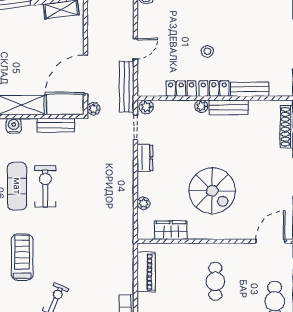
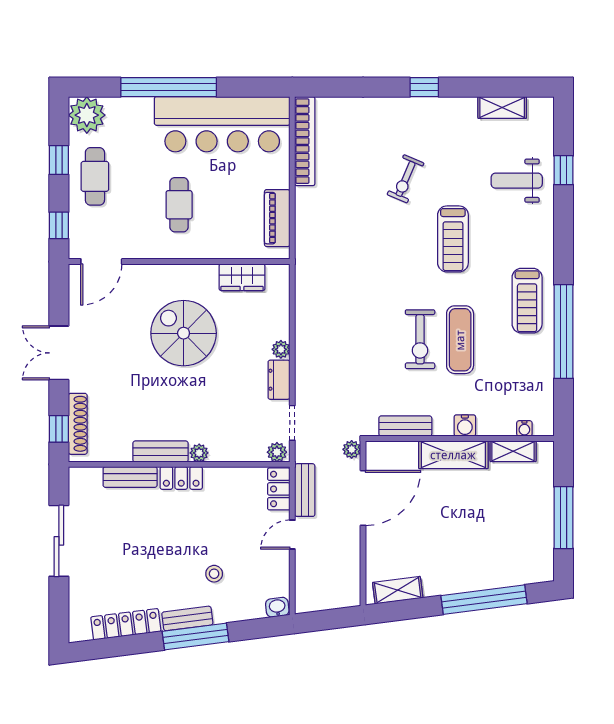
stool: (207, 51) -> (214, 574), moved
bench: (127, 87) -> (305, 490), width x0.73
locker: (181, 89) -> (279, 489), moved, turned 90
plant: (143, 203) -> (281, 349), moved

